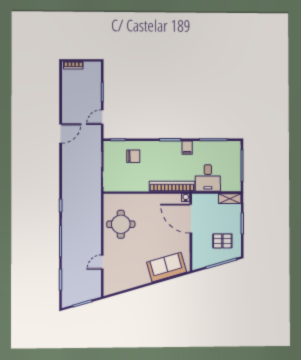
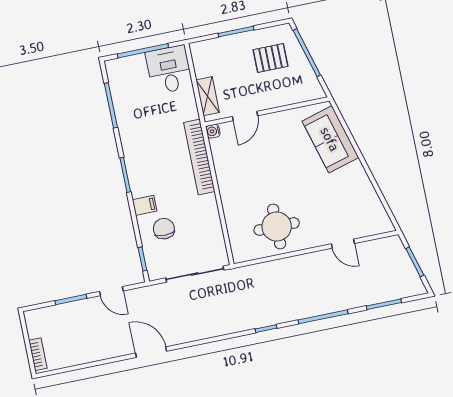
filing cabinet: (187, 148) -> (145, 205), moved
desk: (208, 178) -> (169, 70), moved, turned -90
shelving: (230, 199) -> (208, 96), moved
door: (191, 219) -> (245, 116), width x0.53
pallet: (222, 241) -> (271, 58), turned 90

